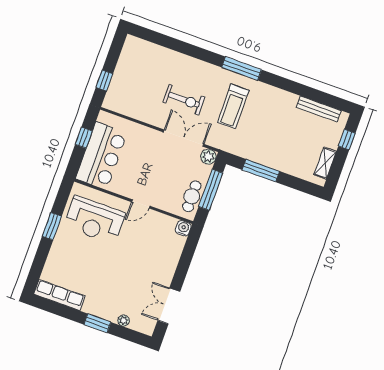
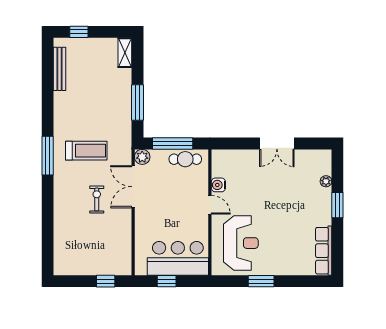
exercise bike: (184, 100) -> (97, 199), width x0.73, depth x0.72
shelving: (325, 163) -> (125, 53), moved, turned 90
water cooler: (183, 228) -> (218, 185), moved
double door: (169, 306) -> (277, 143), moved

